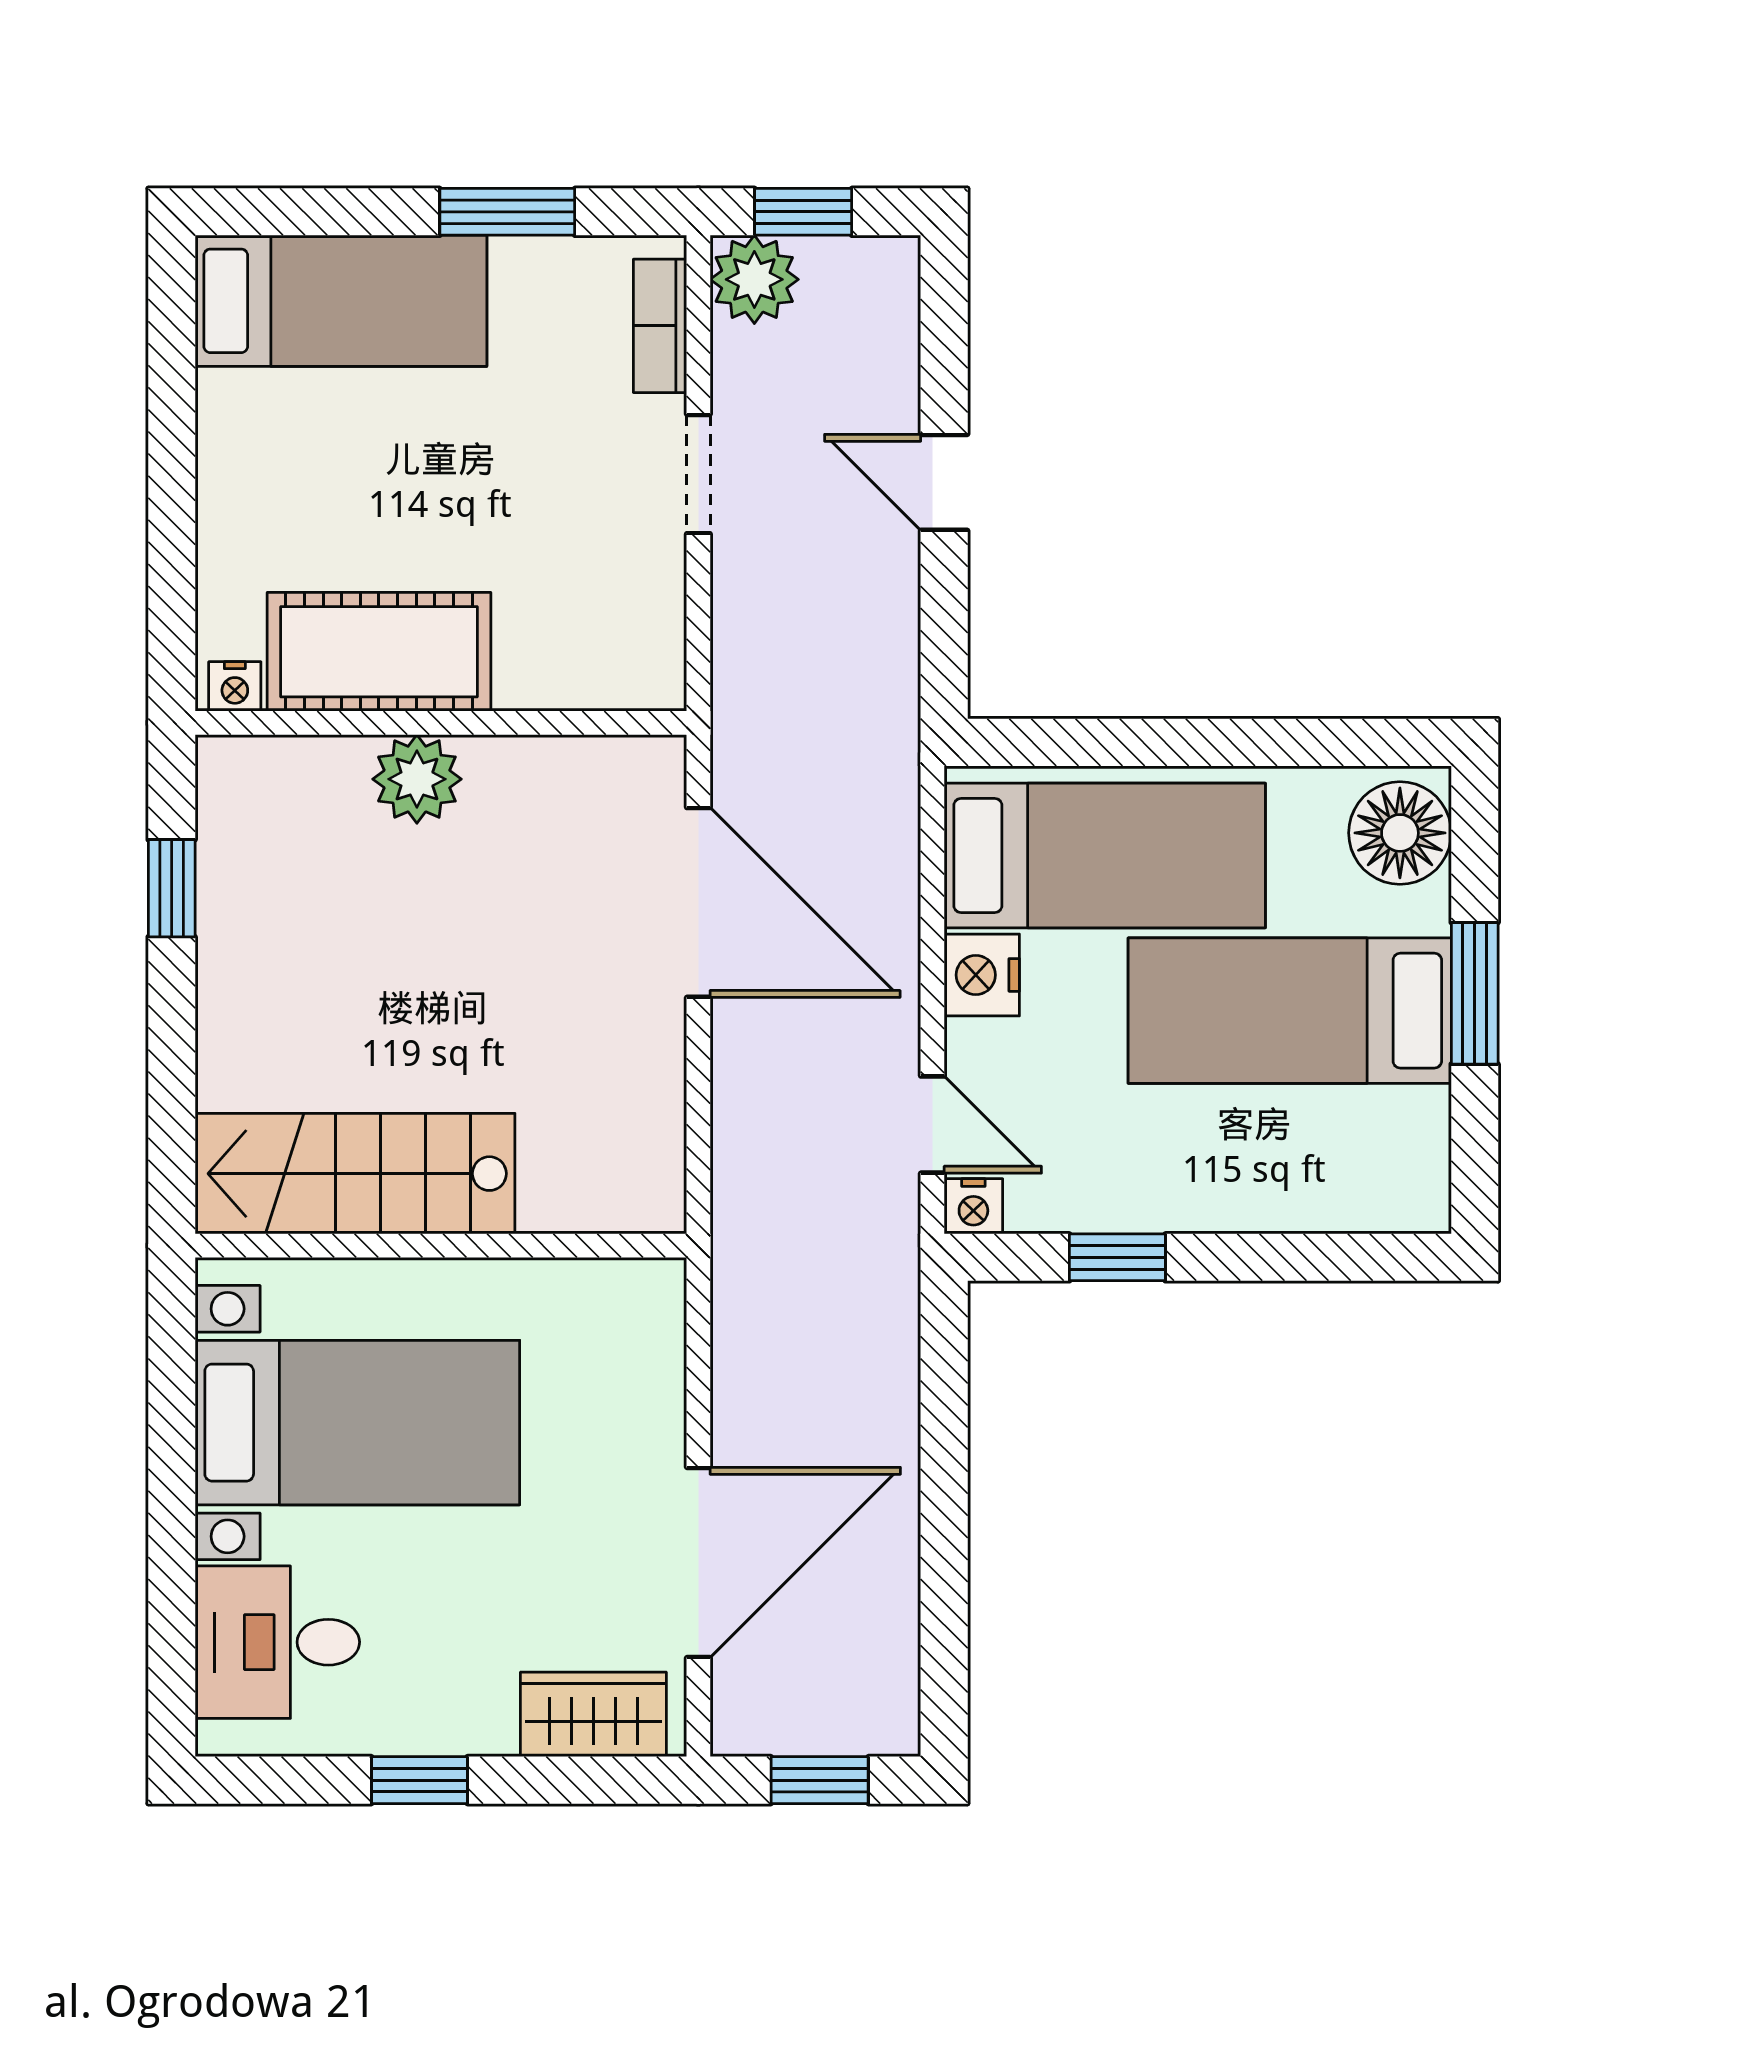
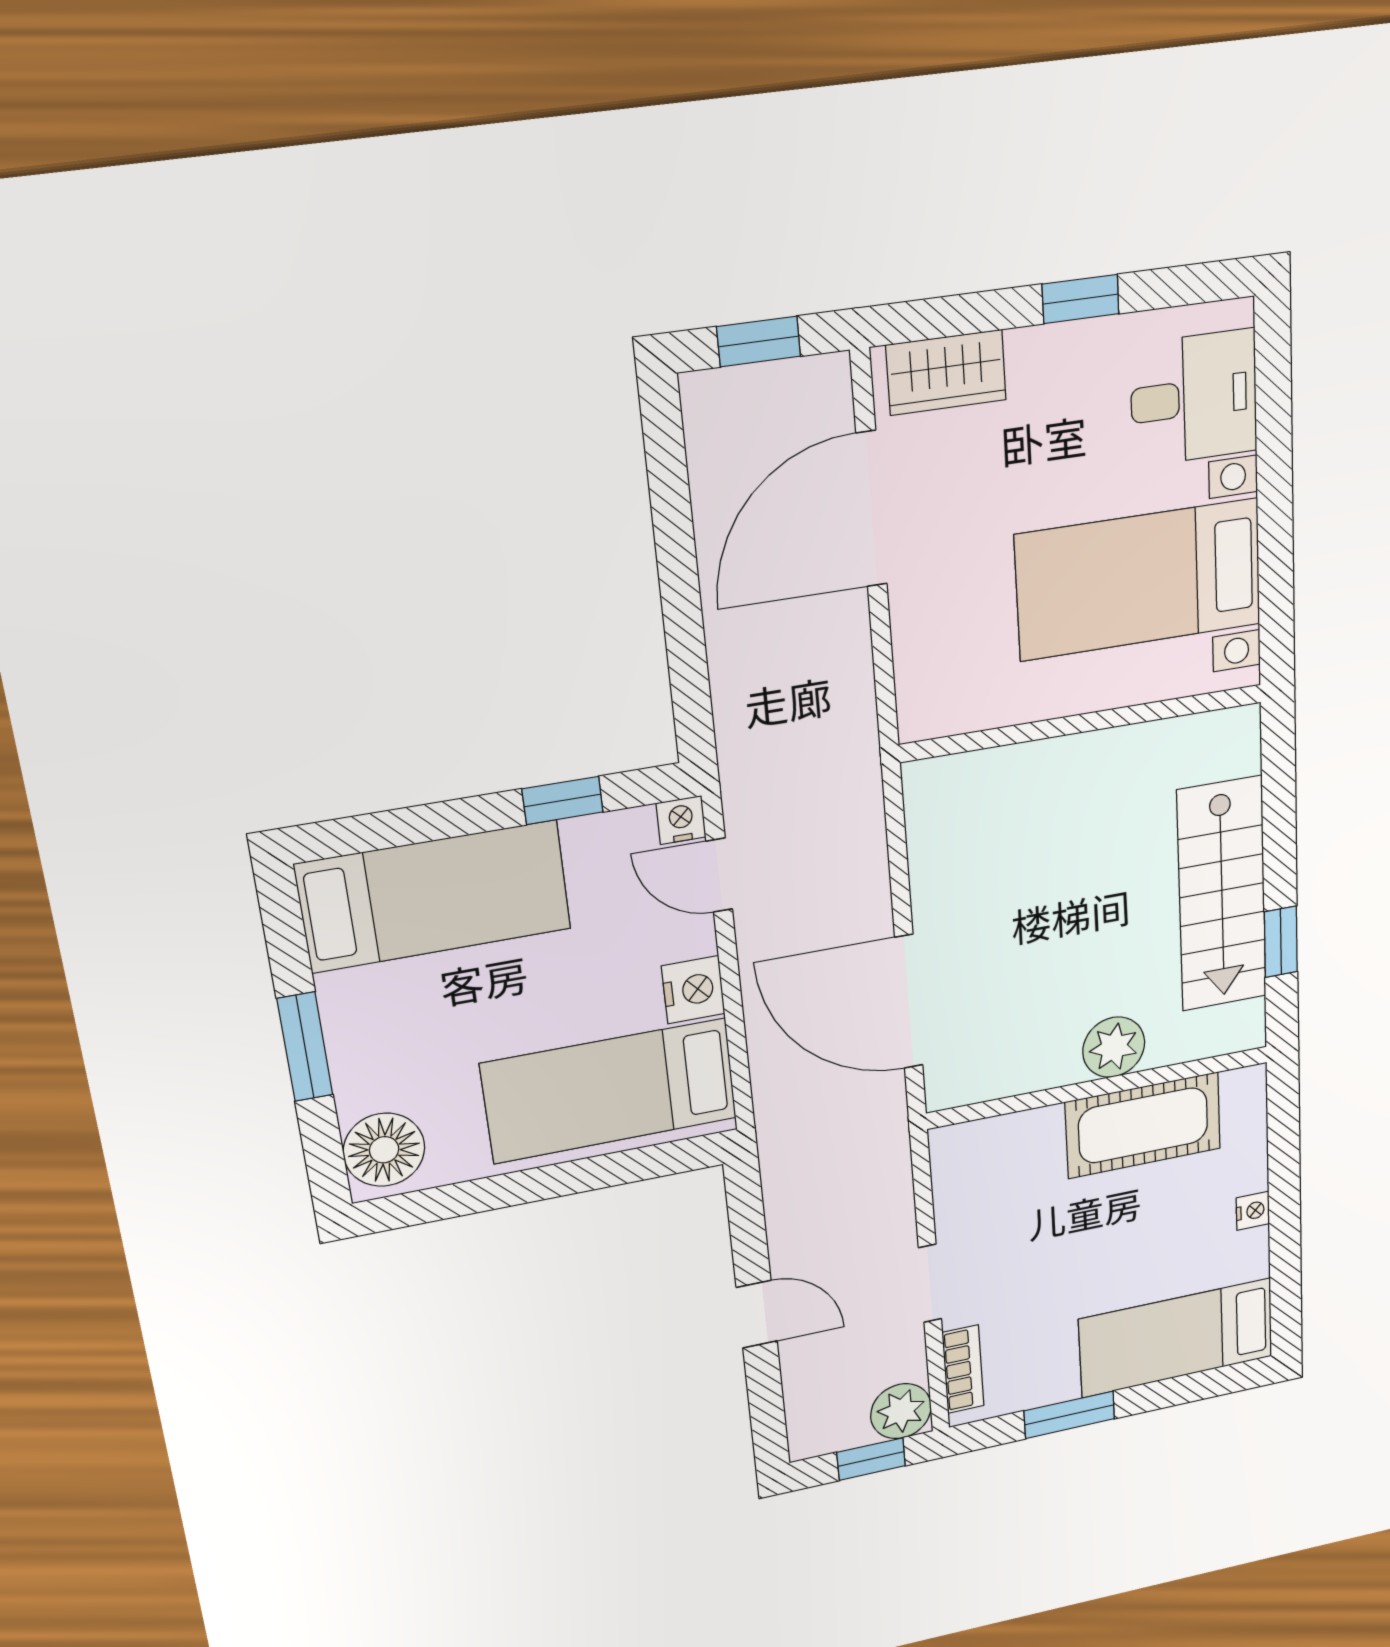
nightstand: (235, 686) -> (1253, 1211), moved, turned 90
bed: (1290, 1011) -> (434, 897), moved
stairs: (355, 1174) -> (1222, 895), moved, turned 90

